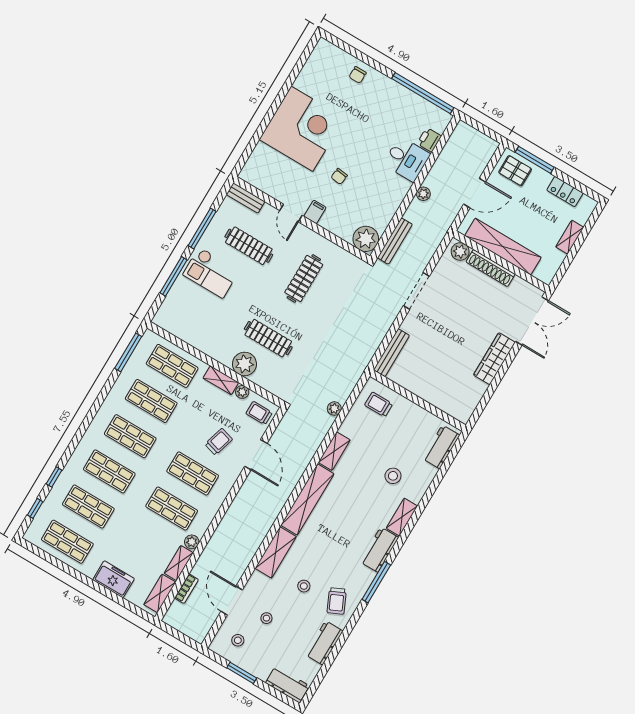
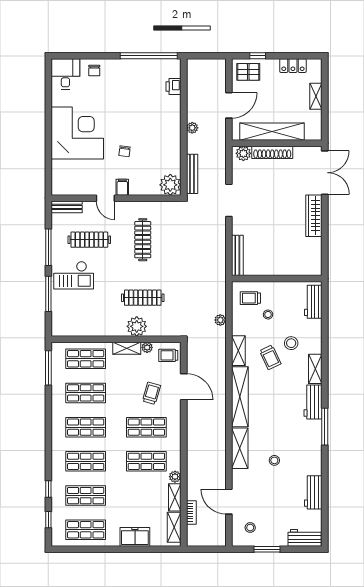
desk: (407, 159) -> (65, 74), moved, turned -90
window: (535, 160) -> (258, 56), width x0.46
trolley: (337, 601) -> (270, 357), moved
stool: (266, 618) -> (268, 315), moved

